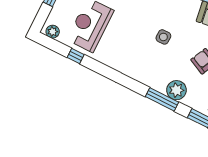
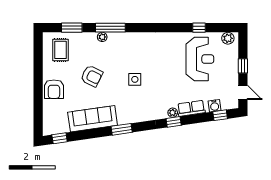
plant: (176, 90) -> (102, 37), width x0.53, depth x0.53

